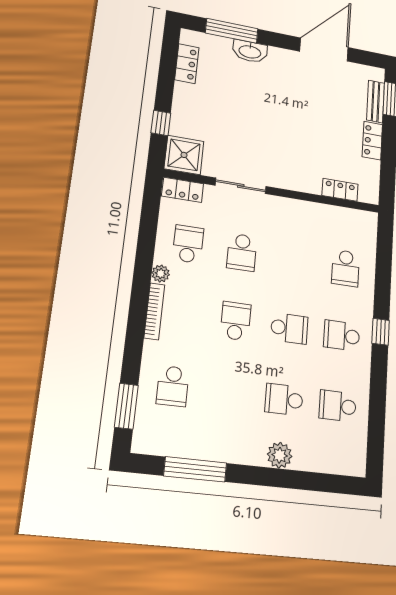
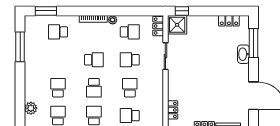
window: (161, 123) -> (182, 11), moved
school desk: (294, 260) -> (130, 88), added
plant: (280, 455) -> (31, 108), moved

